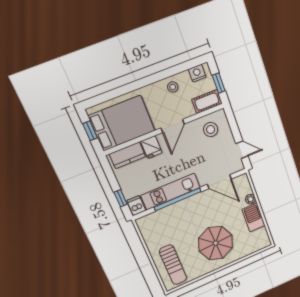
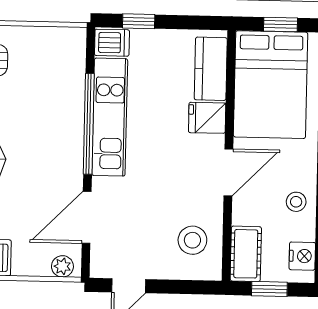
door: (173, 126) -> (228, 172), swing flipped
plant: (251, 199) -> (62, 266), moved

